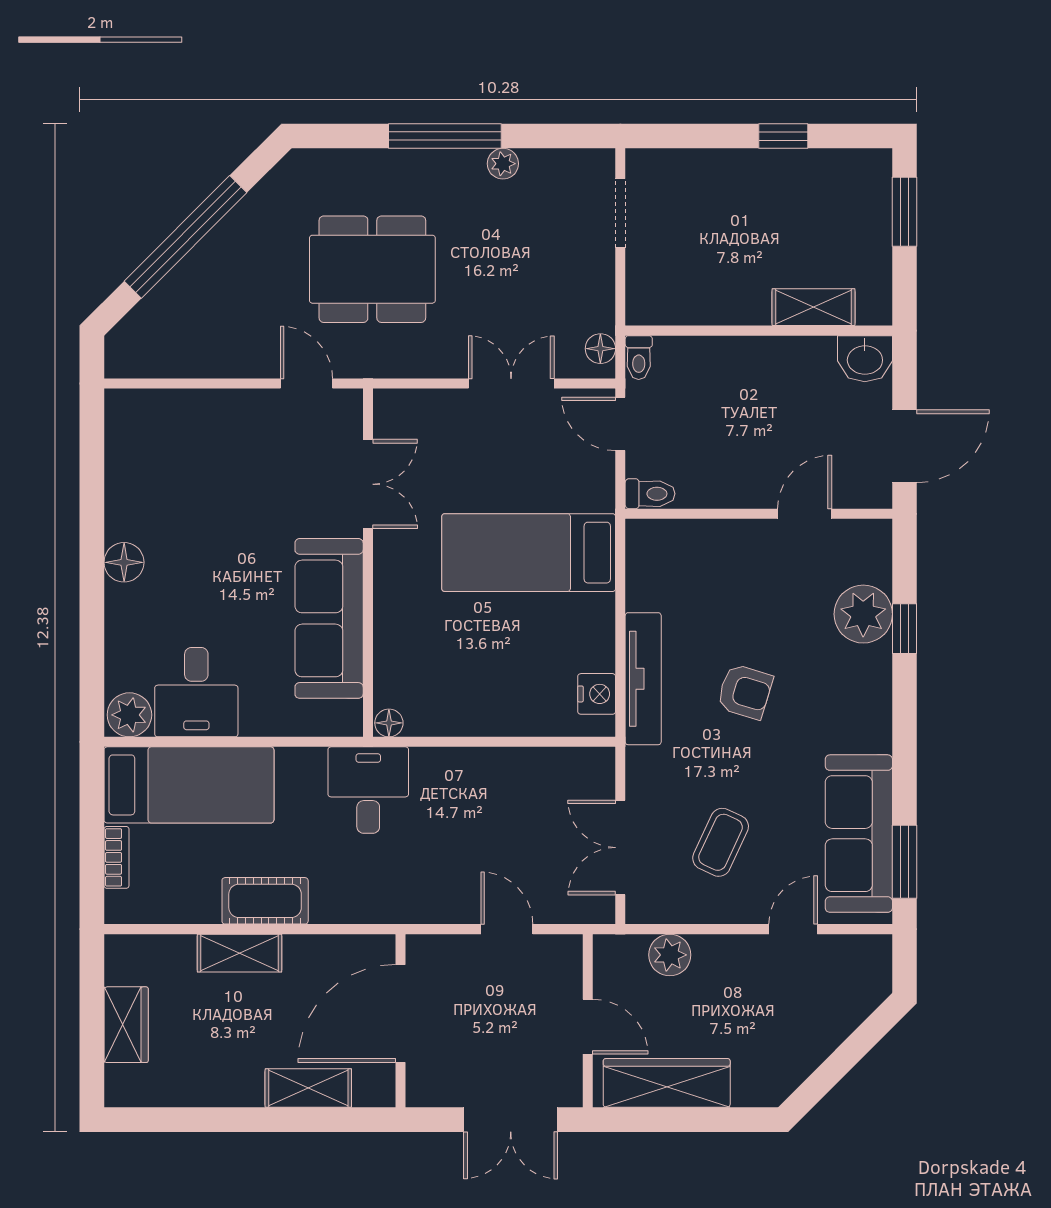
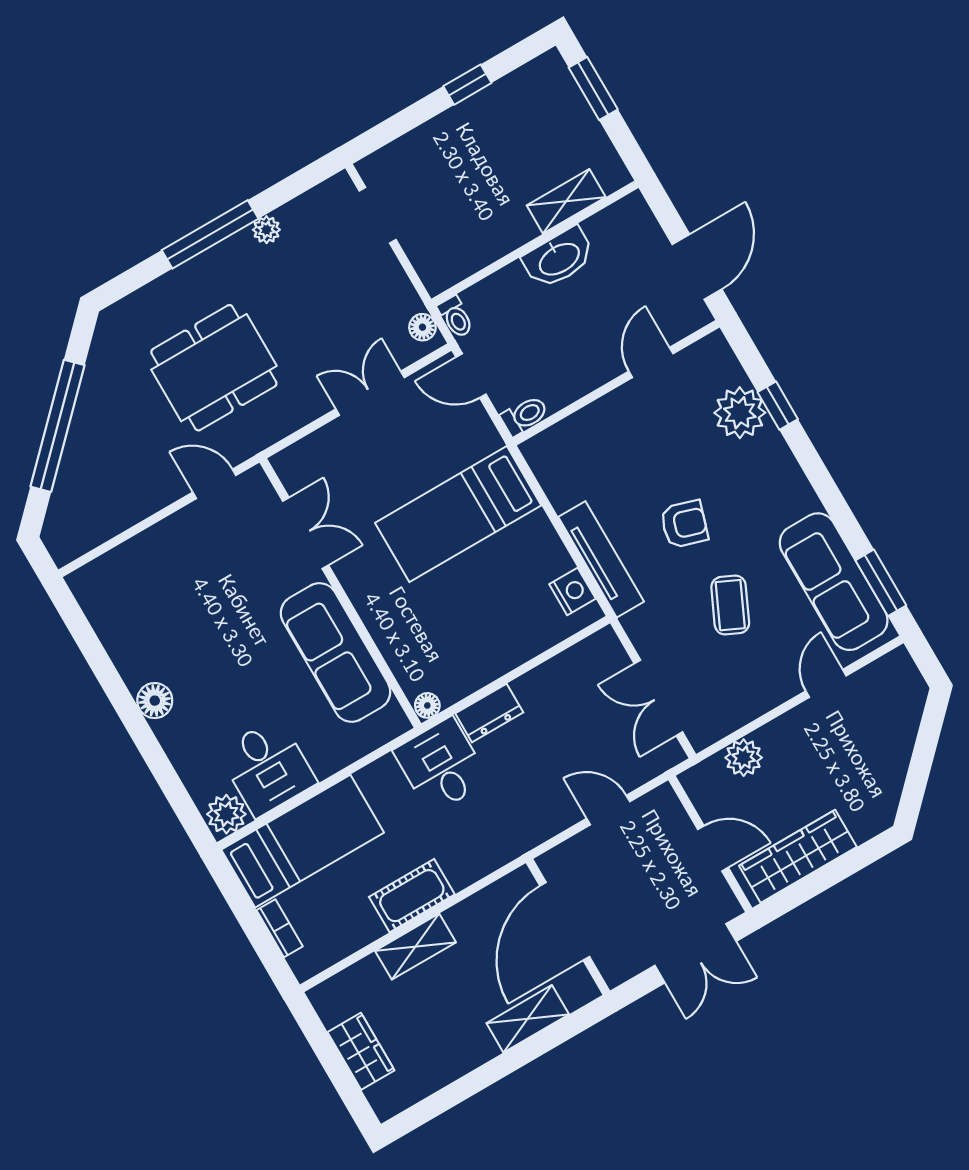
washbasin: (865, 359) -> (559, 258), moved, width x1.38
dresser: (446, 766) -> (489, 713), added
coffee table: (721, 842) -> (730, 605), moved

